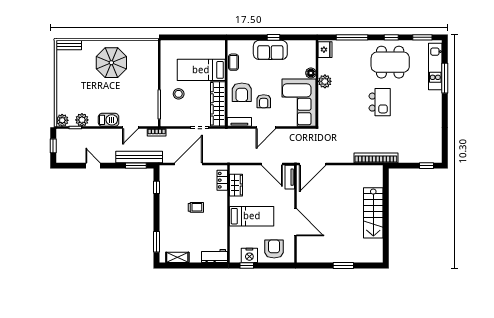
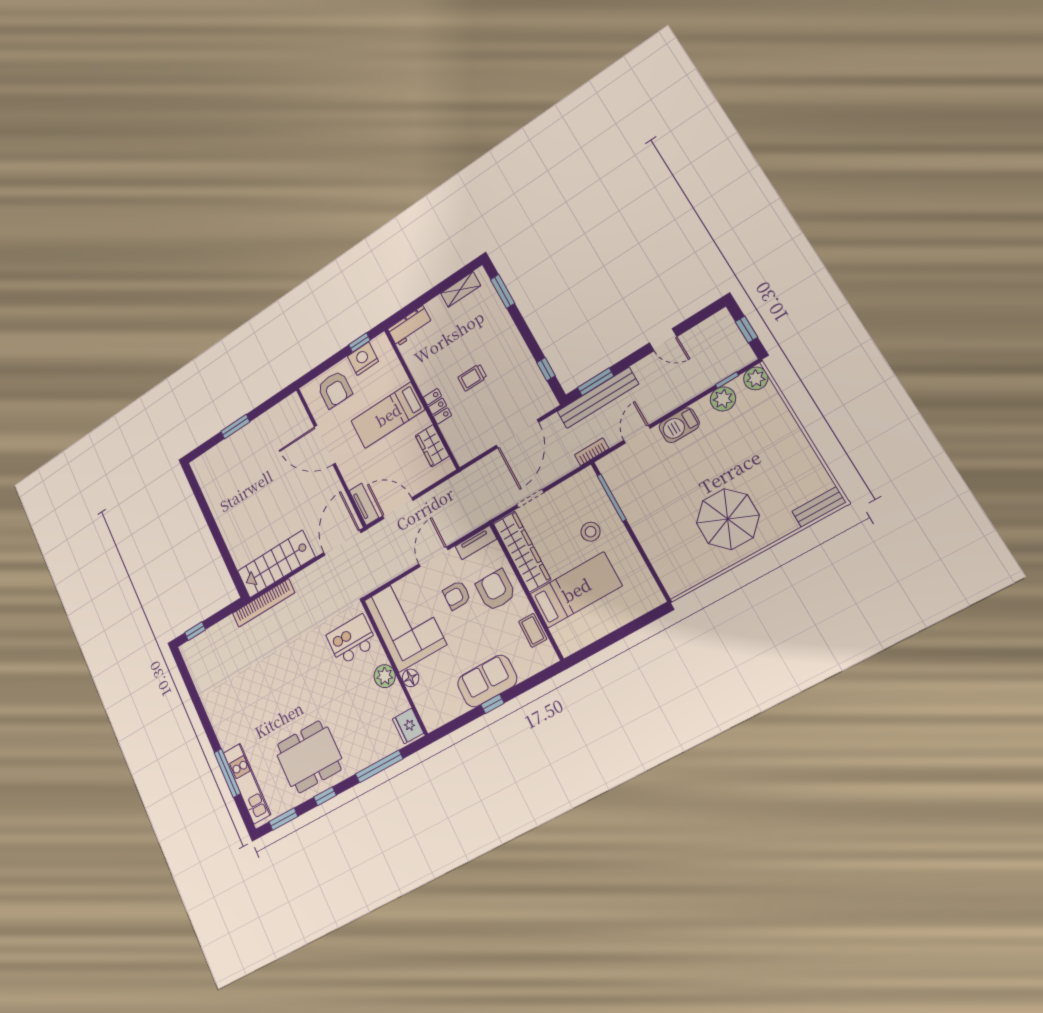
armchair: (264, 101) -> (457, 595), turned -90
kitchen island: (380, 102) -> (351, 640), moved, turned 90
locker: (222, 180) -> (437, 406), moved
stairs: (373, 213) -> (276, 564), moved, turned -90

